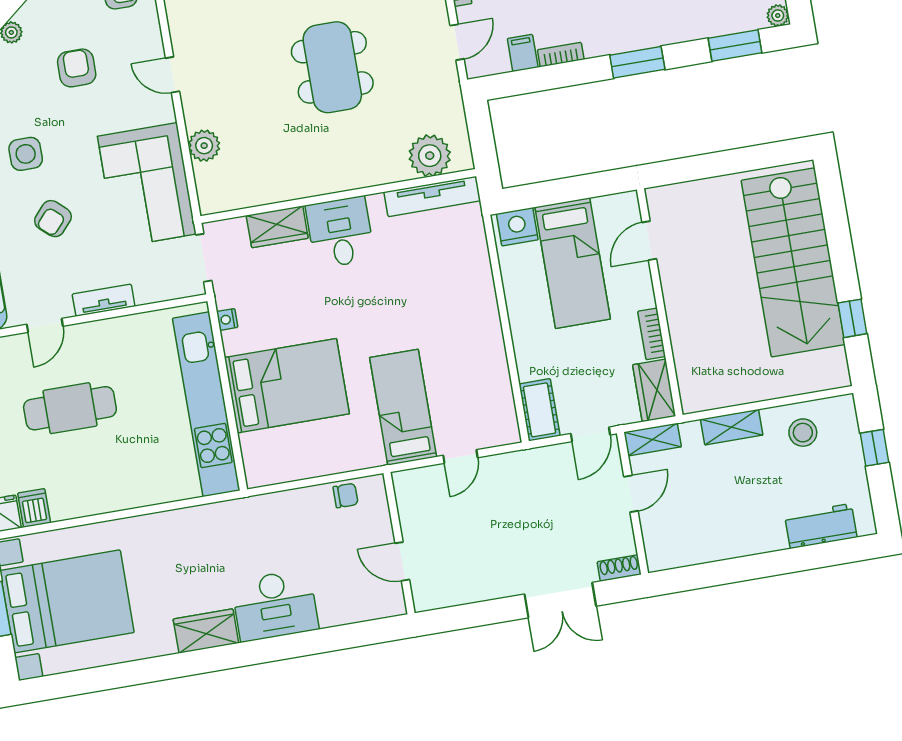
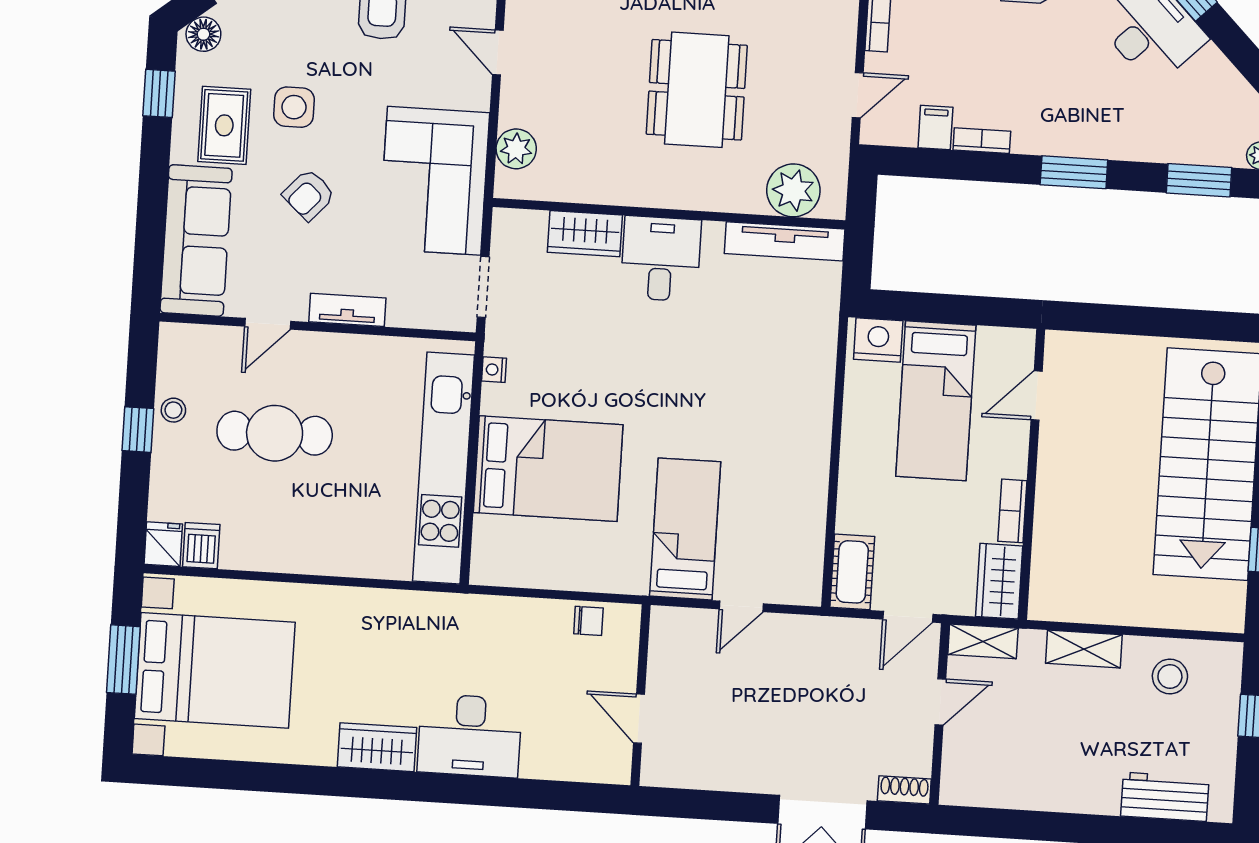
plant: (430, 156) -> (793, 190), moved
wall: (338, 196) -> (669, 214), moved
tv unit: (432, 196) -> (785, 241), moved
wardrobe: (277, 227) -> (585, 234), moved
desk: (340, 232) -> (661, 259), moved

